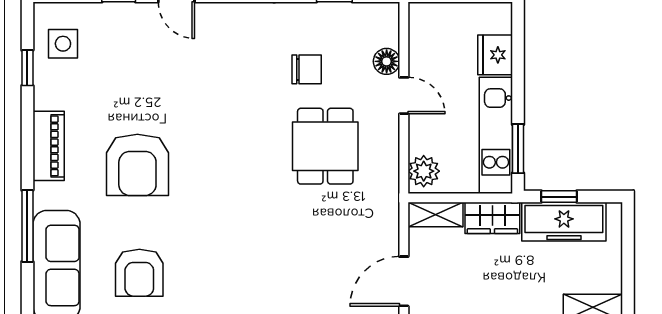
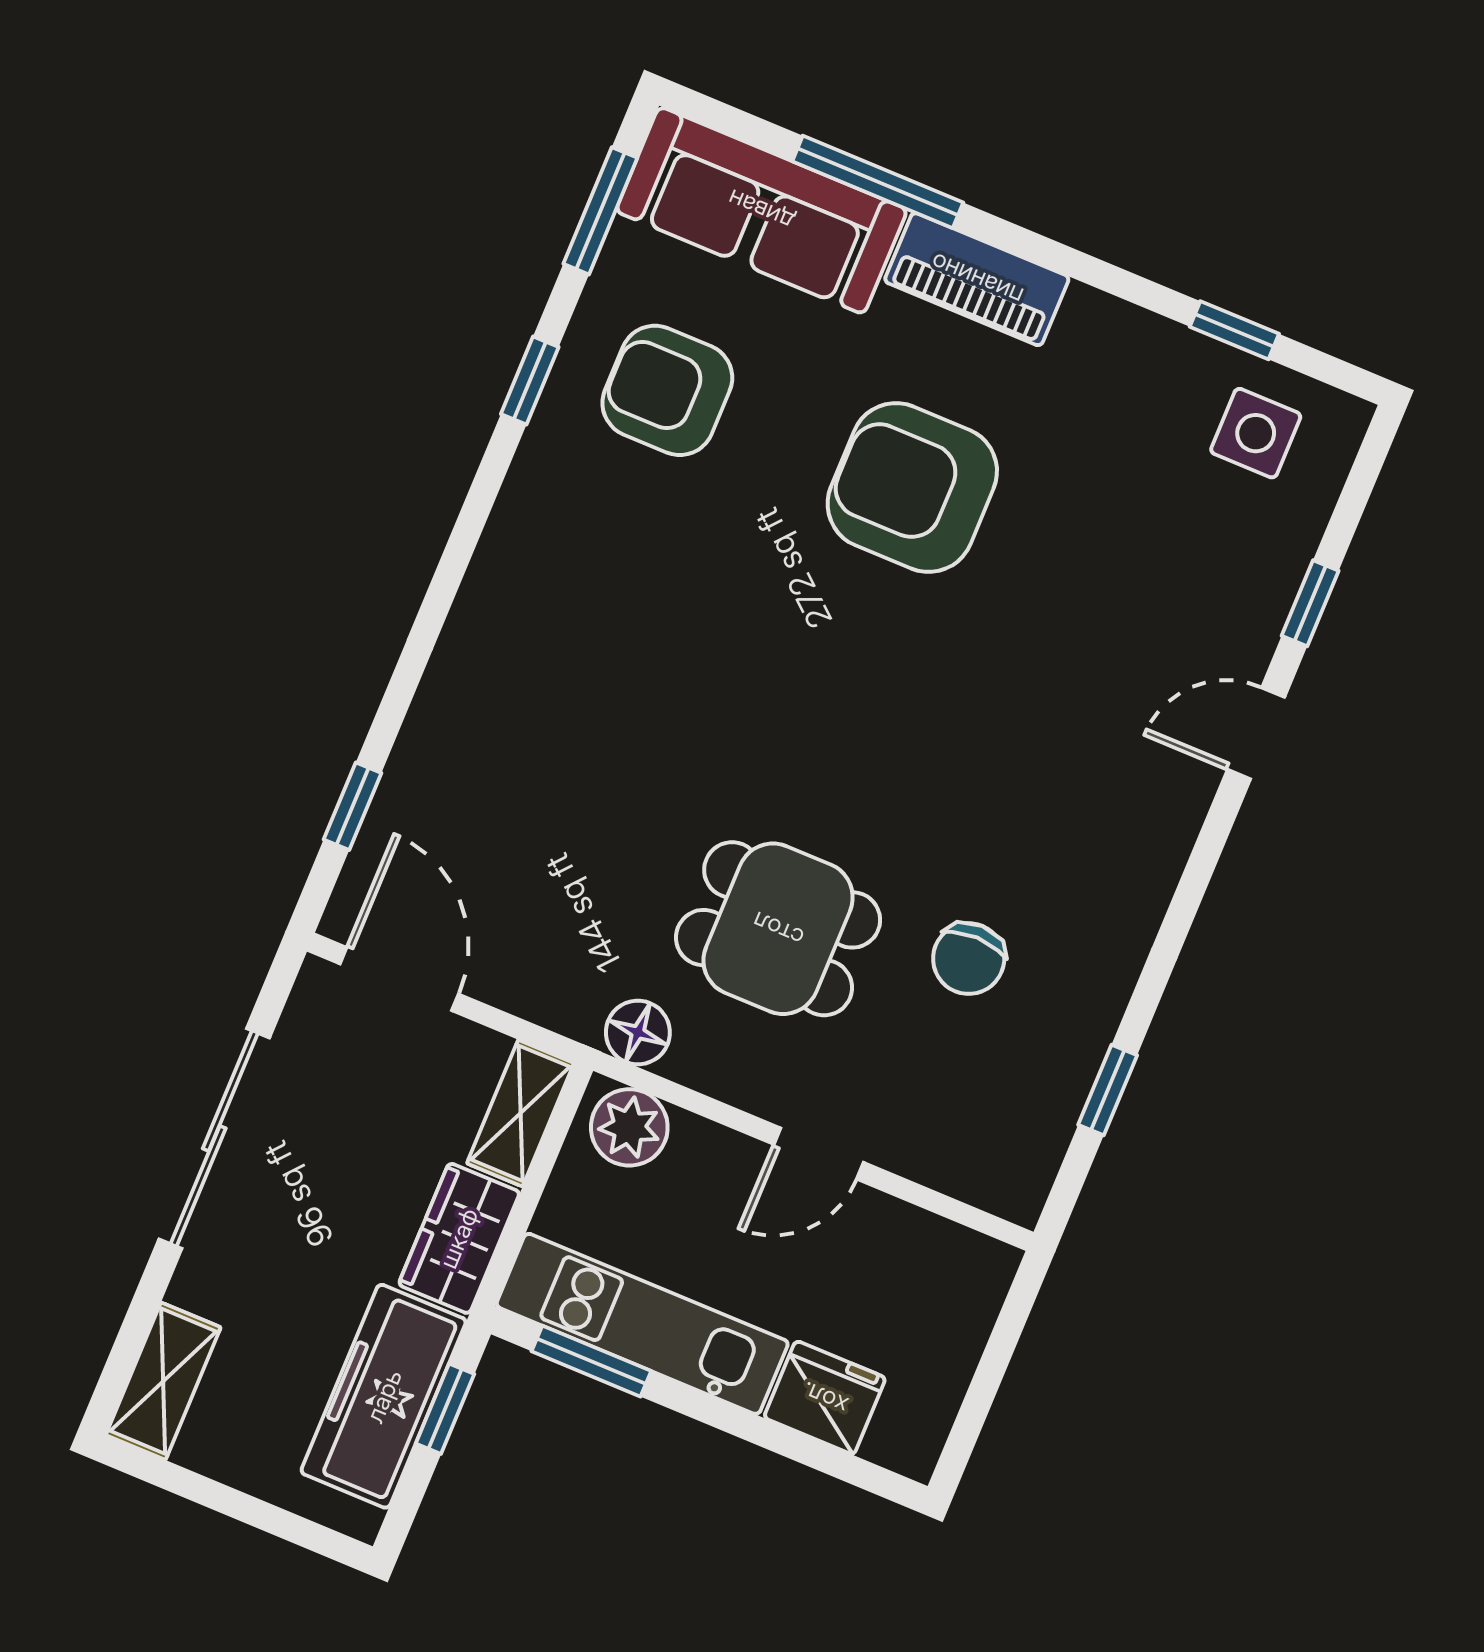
floor lamp: (387, 61) -> (638, 1032), moved
piano: (49, 146) -> (977, 279), moved

